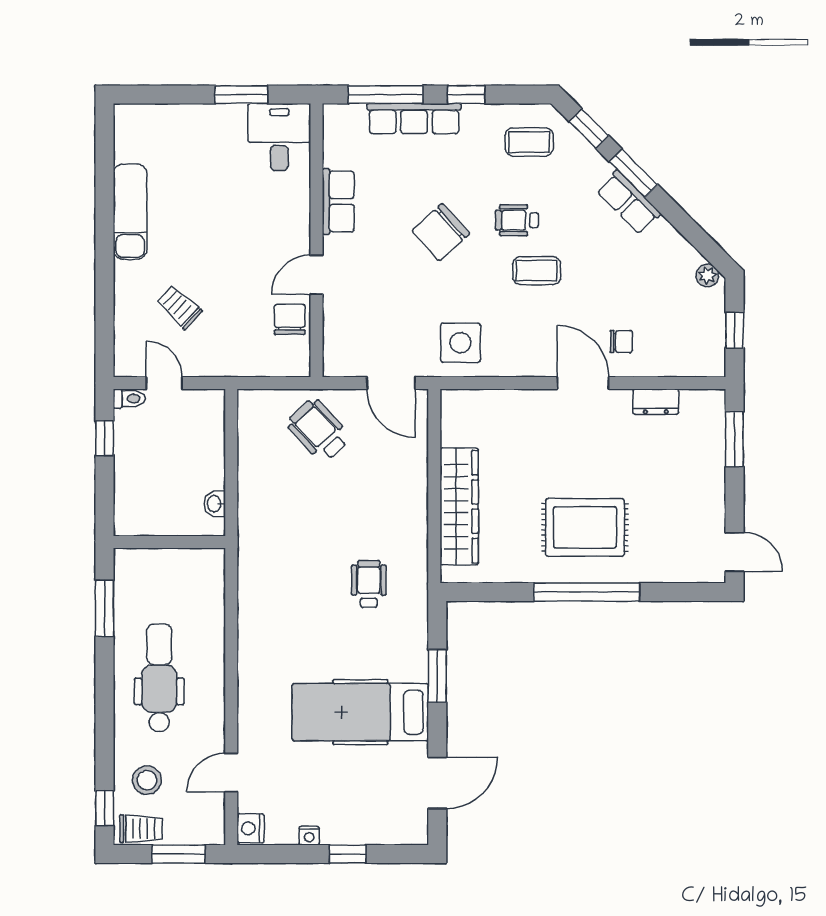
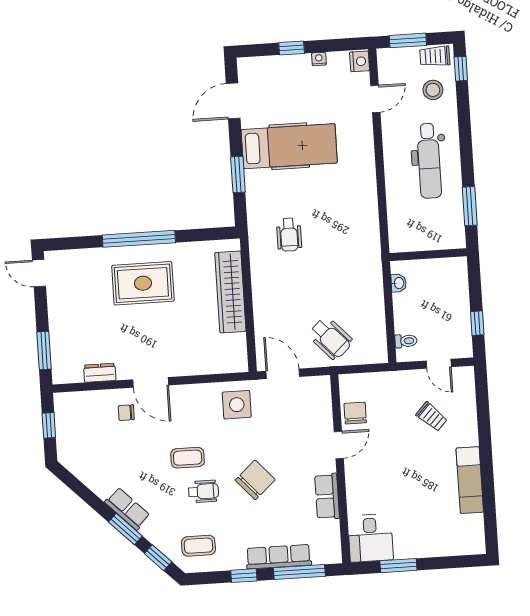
plant: (707, 275) -> (70, 462), removed
chair: (290, 319) -> (355, 413), turned 180
toilet: (129, 399) -> (406, 341), moved, turned 180

